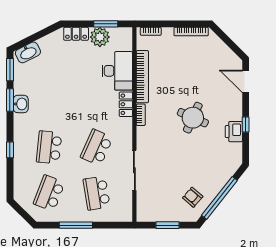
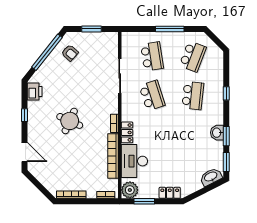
plant: (100, 37) -> (130, 190), moved
printer: (234, 132) -> (35, 91), moved
school desk: (97, 147) -> (152, 96), turned -42

